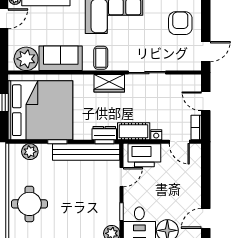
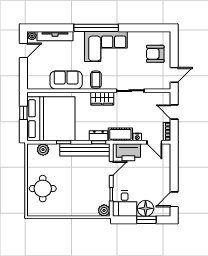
armchair: (180, 23) -> (155, 54), turned -90
plant: (26, 59) -> (40, 80), removed

